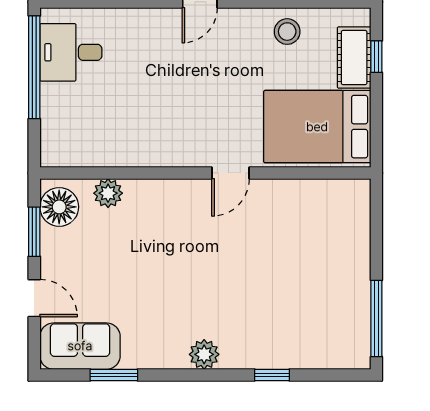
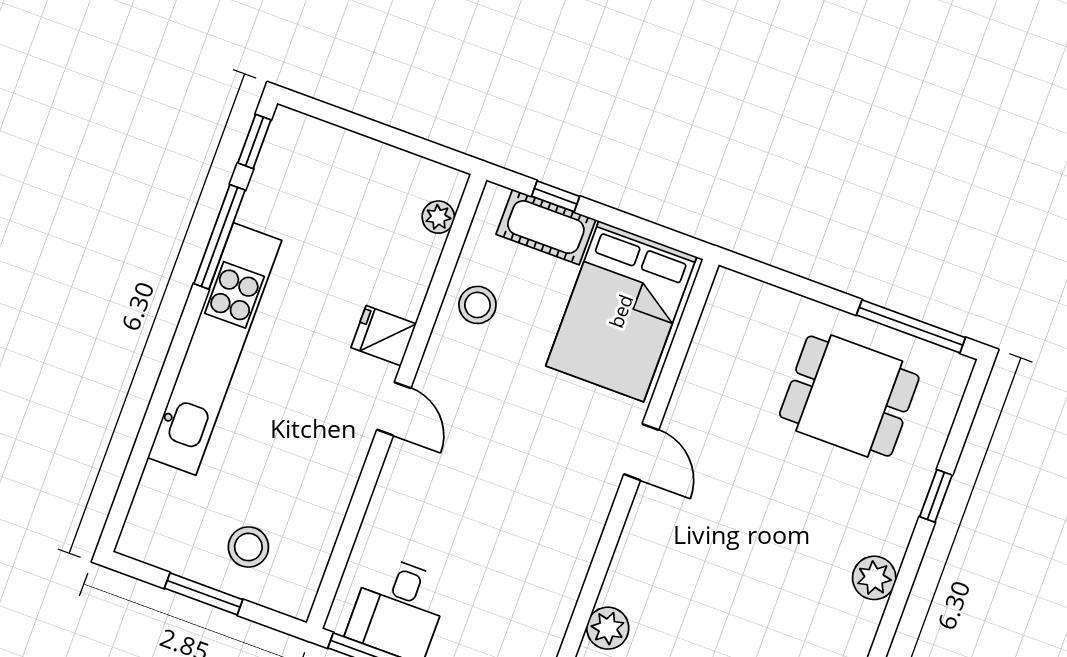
dining table: (316, 295) -> (849, 396), added

